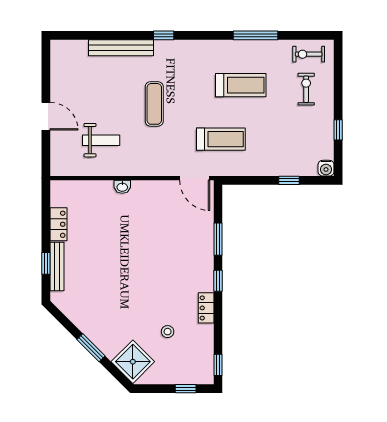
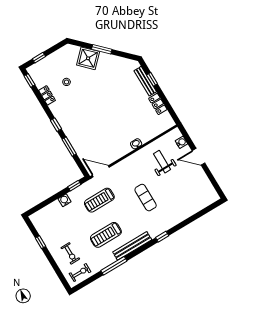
bench: (121, 48) -> (132, 246), moved
weight bench: (101, 140) -> (162, 162), turned 90
water cooler: (58, 151) -> (181, 142), added
water cooler: (326, 168) -> (65, 200), moved
window: (289, 180) -> (74, 186), moved
locker: (206, 308) -> (47, 95), moved
shower: (133, 362) -> (88, 58), moved

